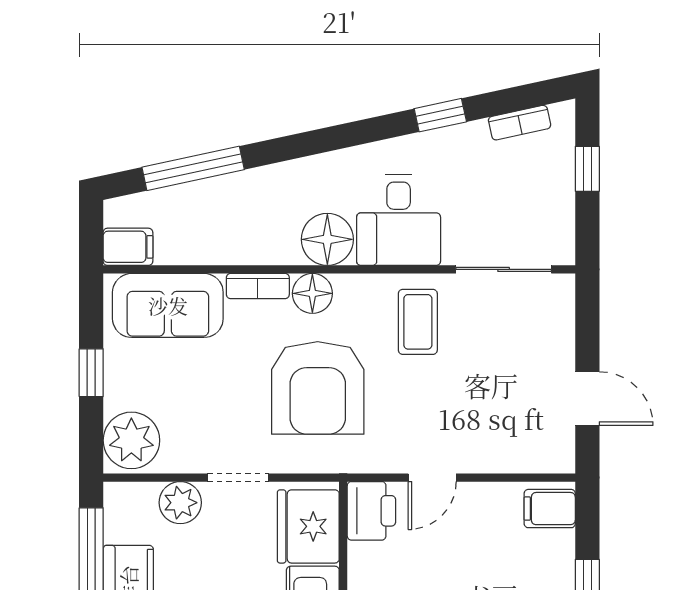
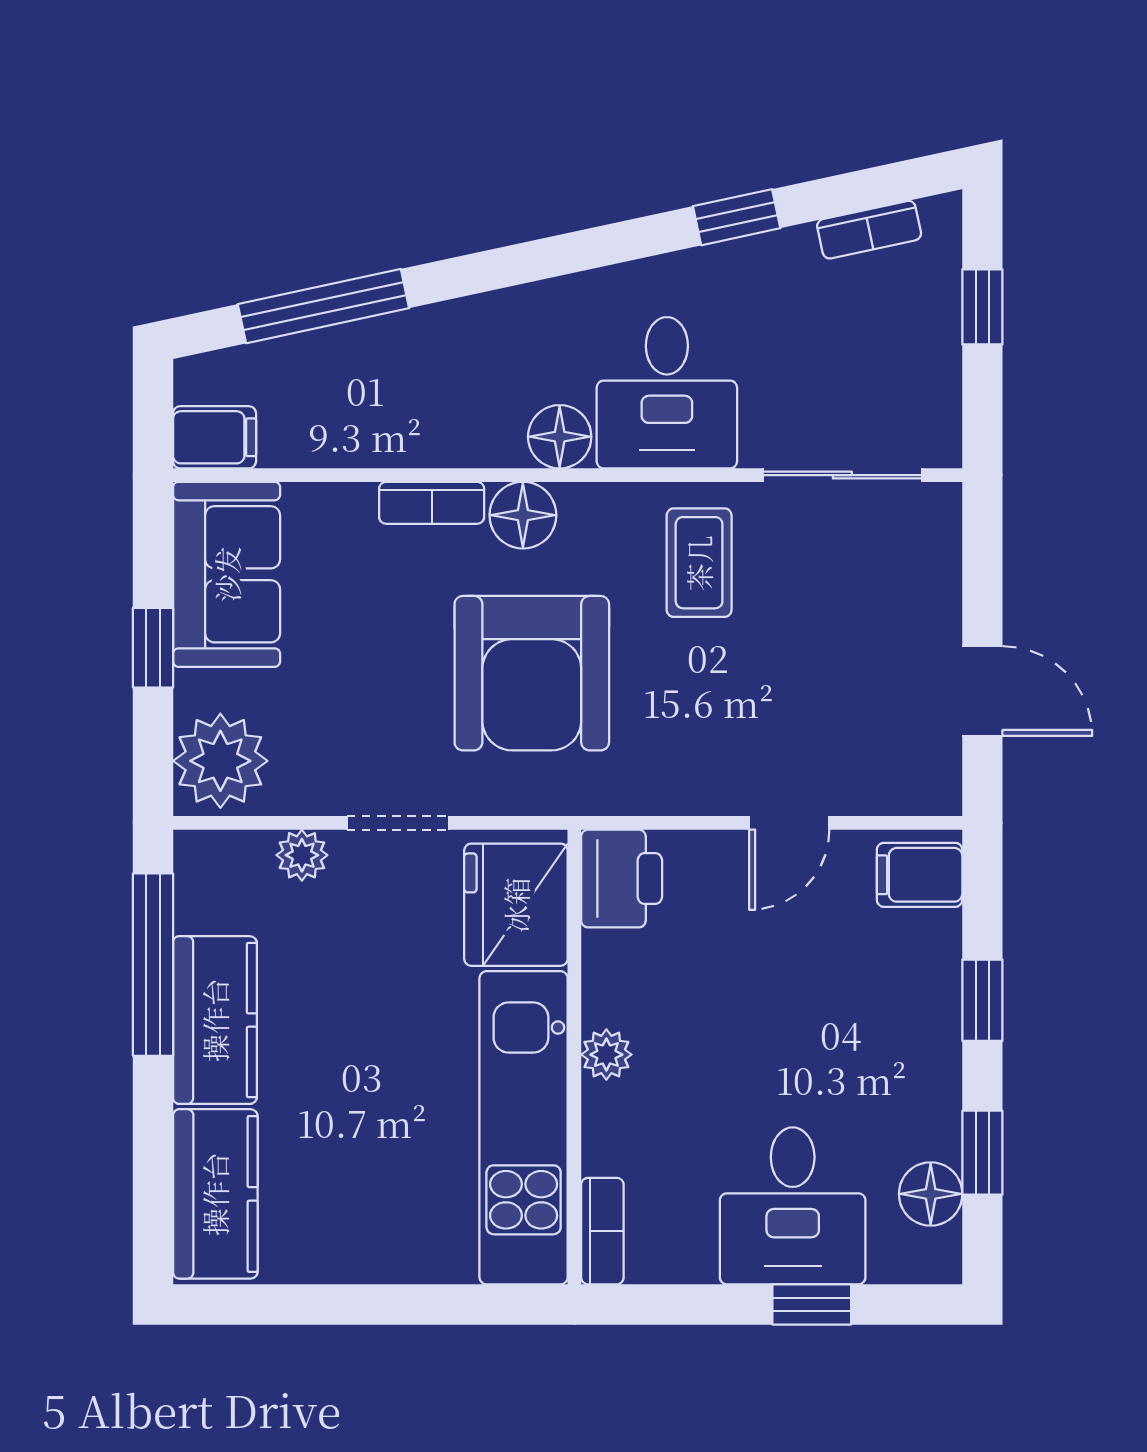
floor lamp: (327, 239) -> (560, 437), width x0.73, depth x0.73
sofa: (168, 305) -> (227, 574), moved, turned -90
door: (432, 478) -> (789, 823), moved
plant: (180, 503) -> (302, 855), width x0.73, depth x0.73

